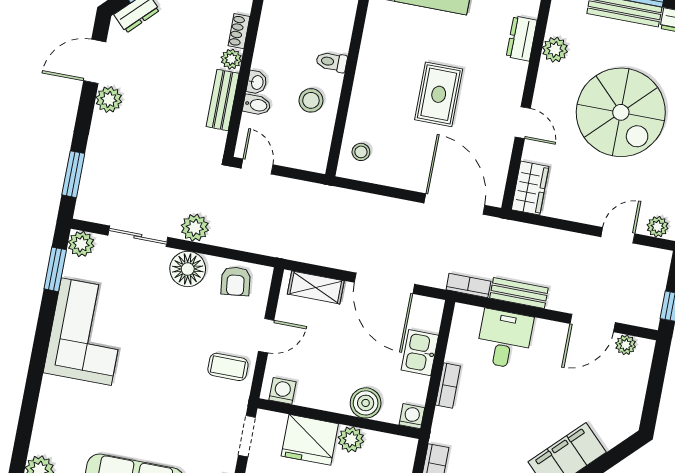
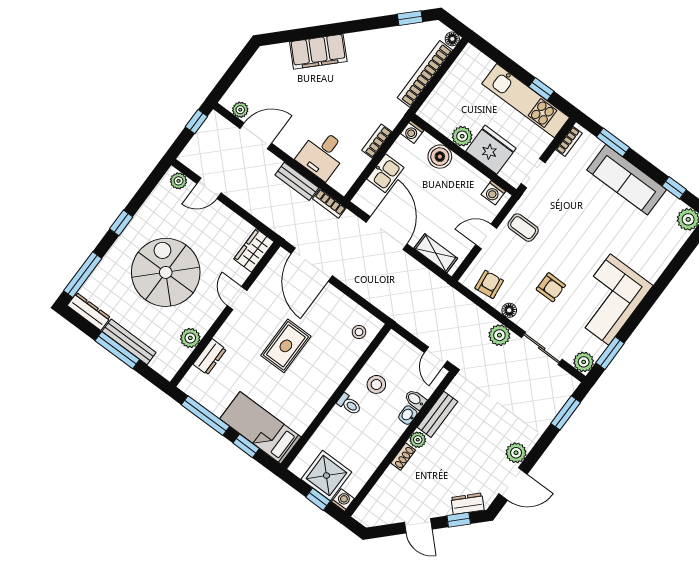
floor lamp: (188, 269) -> (509, 310), width x0.53, depth x0.53
armchair: (162, 313) -> (551, 287), added

